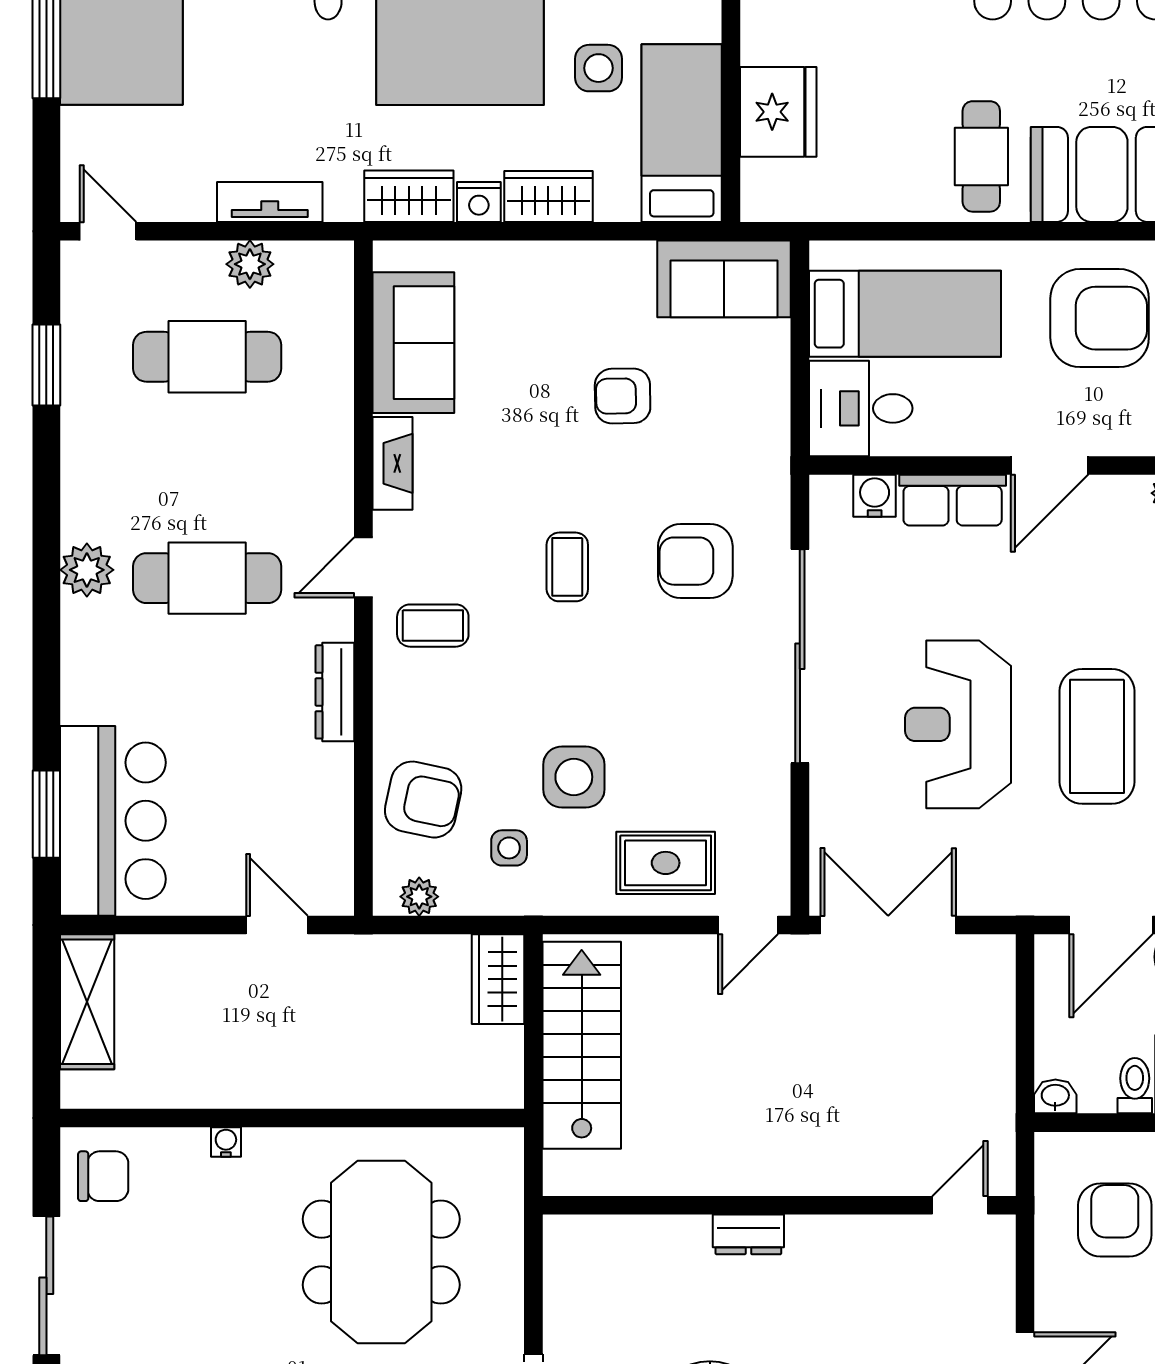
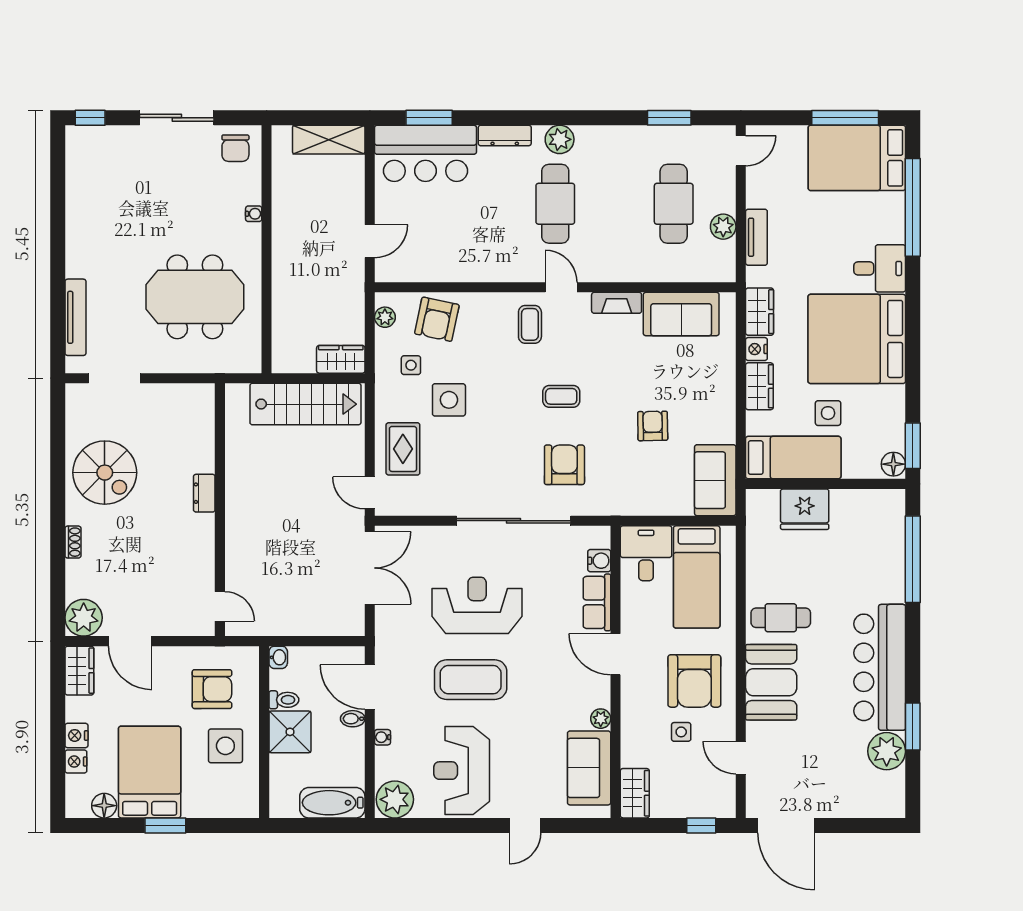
dresser: (335, 692) -> (505, 135), moved, turned 180

